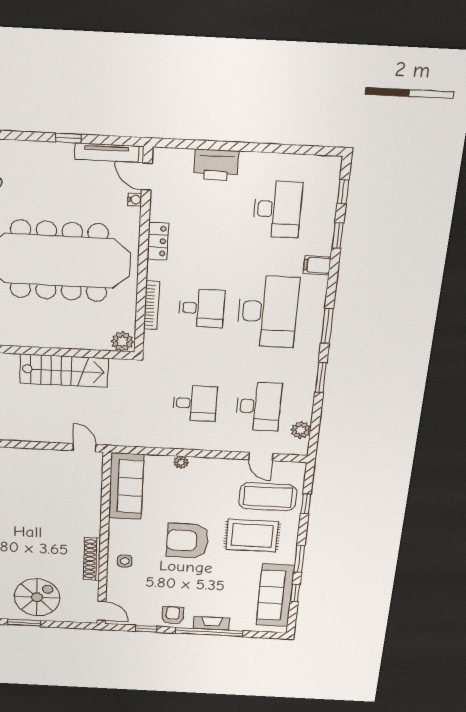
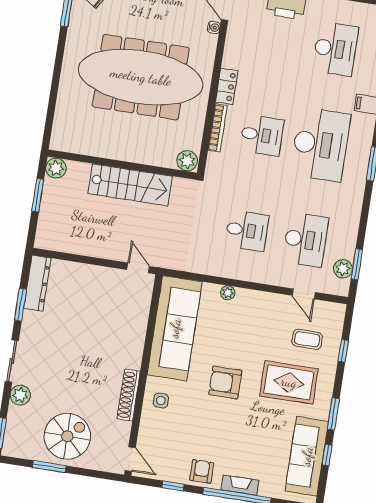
locker: (158, 241) -> (227, 86), moved
window: (321, 378) -> (357, 264), moved
sofa: (126, 486) -> (175, 328), width x1.36, depth x1.27
coffee table: (268, 497) -> (307, 339), width x0.54, depth x0.58
armchair: (187, 541) -> (225, 382), width x0.73, depth x0.73

